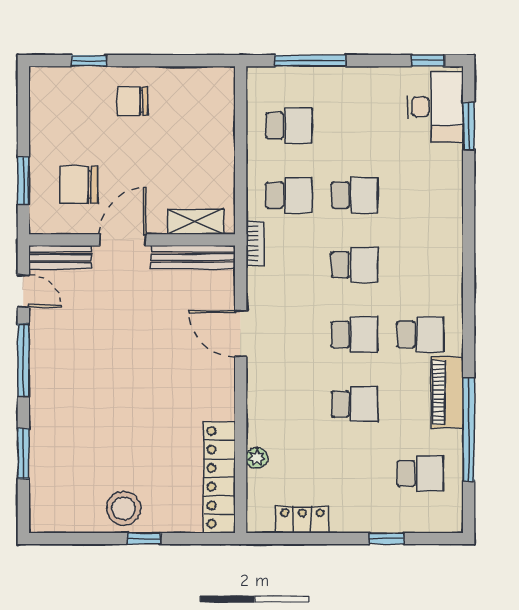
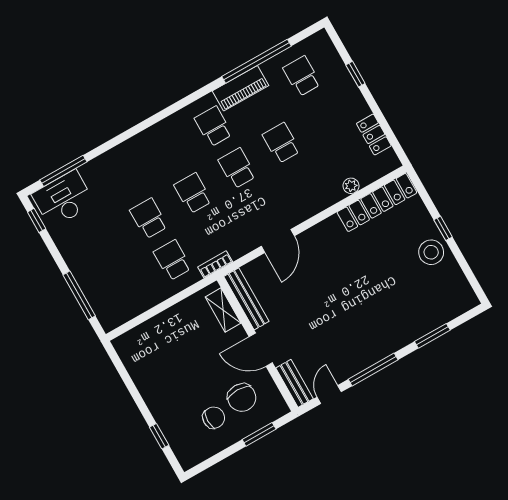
chair: (133, 101) -> (214, 418), moved, turned -90
school desk: (289, 126) -> (128, 285), removed
window: (469, 126) -> (63, 171), width x1.44

